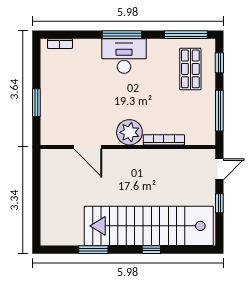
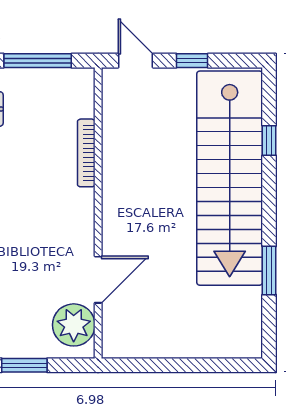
plant: (129, 132) -> (74, 325), moved
window: (151, 250) -> (269, 141), moved

